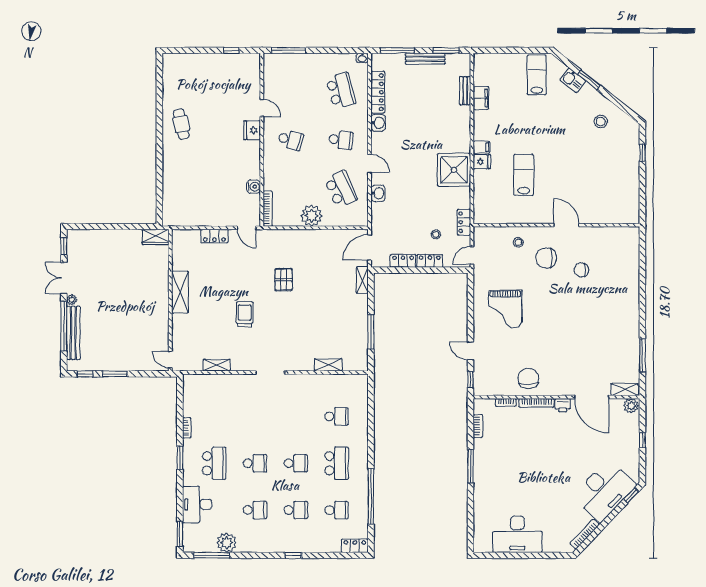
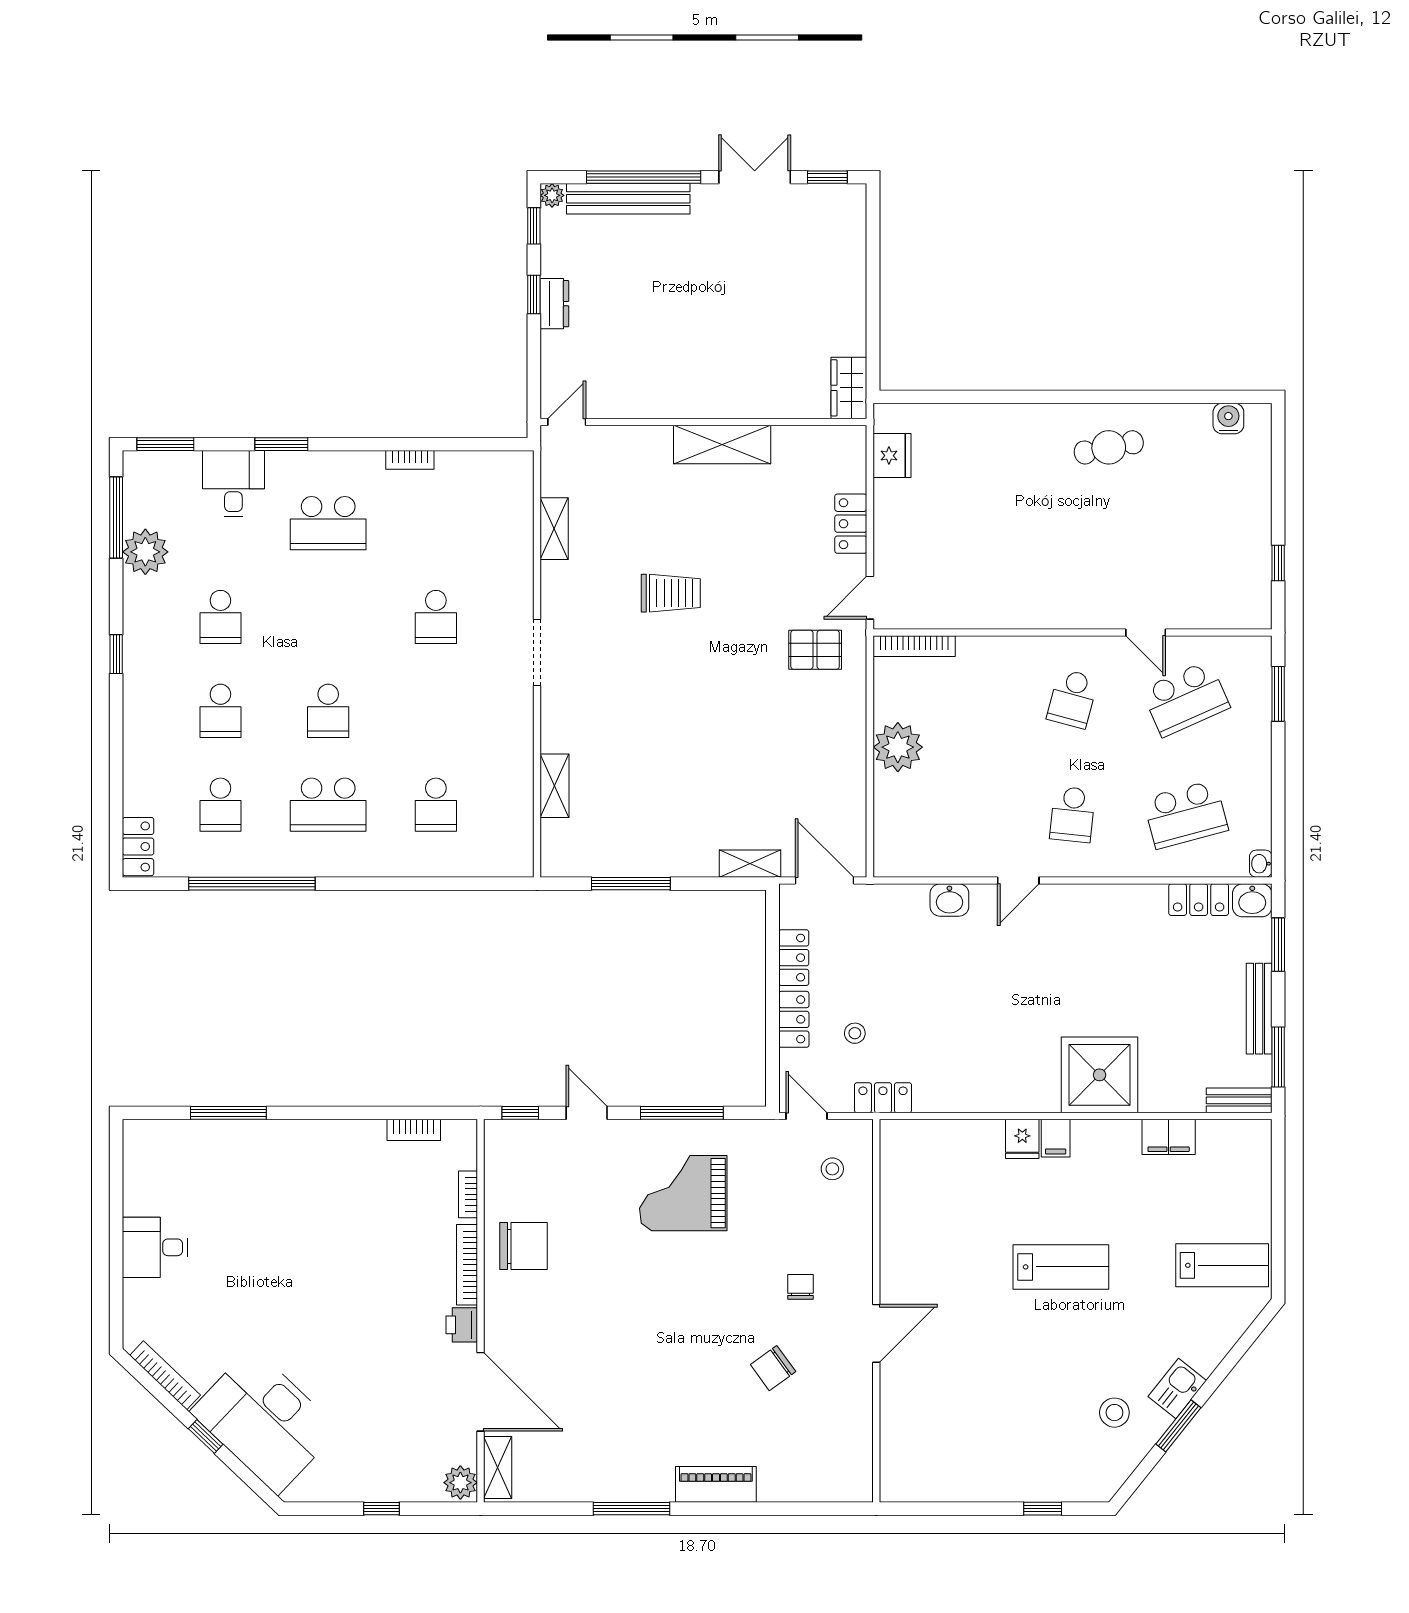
window: (288, 50) -> (1278, 694), width x0.69
window: (397, 50) -> (1278, 945), width x0.69
kitchen sink: (573, 80) -> (1177, 1388), moved
window: (589, 80) -> (1178, 1426), moved
bench: (465, 91) -> (1239, 1100), moved
locker: (378, 92) -> (1199, 900), width x0.66
door: (262, 108) -> (1146, 632), hinge flipped
washbasin: (378, 123) -> (1252, 900), moved
fridge: (252, 130) -> (892, 456), moved, turned 90
shower: (454, 170) -> (1100, 1075), moved
lab bench: (524, 175) -> (1061, 1267), moved
water cooler: (254, 187) -> (1228, 419), moved, turned 180
school desk: (341, 189) -> (1186, 699), moved
stool: (518, 242) -> (832, 1169), moved
chair: (546, 258) -> (801, 1287), width x0.54, depth x0.54
chair: (581, 270) -> (773, 1368), turned -126
pallet: (284, 280) -> (815, 650), moved
piano: (632, 295) -> (716, 1484), added
plant: (72, 300) -> (552, 195), moved
window: (471, 310) -> (682, 1113), added
door: (471, 351) -> (587, 1113), hinge flipped
window: (642, 355) -> (632, 1509), moved
dresser: (119, 365) -> (554, 304), added
window: (115, 374) -> (534, 295), width x0.67
door: (592, 397) -> (480, 1392), swing flipped
window: (180, 458) -> (281, 444), moved
school desk: (255, 463) -> (436, 617), moved
window: (471, 466) -> (228, 1113), moved
window: (631, 496) -> (206, 1437), moved
desk: (197, 504) -> (233, 484), width x0.73
desk: (517, 534) -> (155, 1247), width x0.53, depth x0.77
window: (293, 555) -> (116, 654), moved

